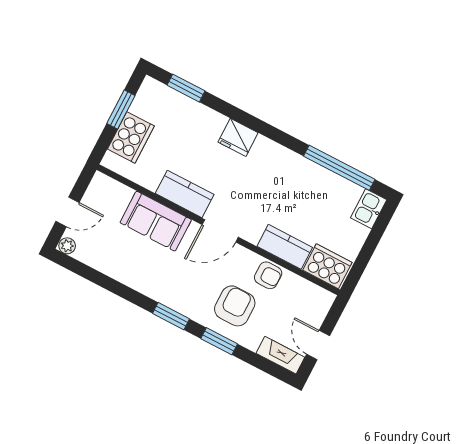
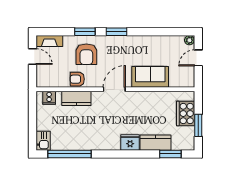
kitchen counter: (185, 194) -> (156, 143), moved, turned 180
cooker: (327, 266) -> (49, 98), width x0.53, depth x0.76

